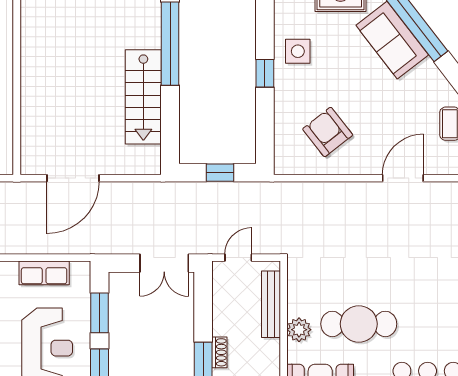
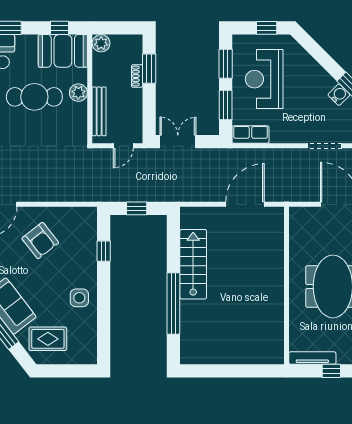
window: (265, 73) -> (104, 251), moved
armchair: (328, 132) -> (40, 241), moved
row of seats: (44, 273) -> (250, 135), moved

